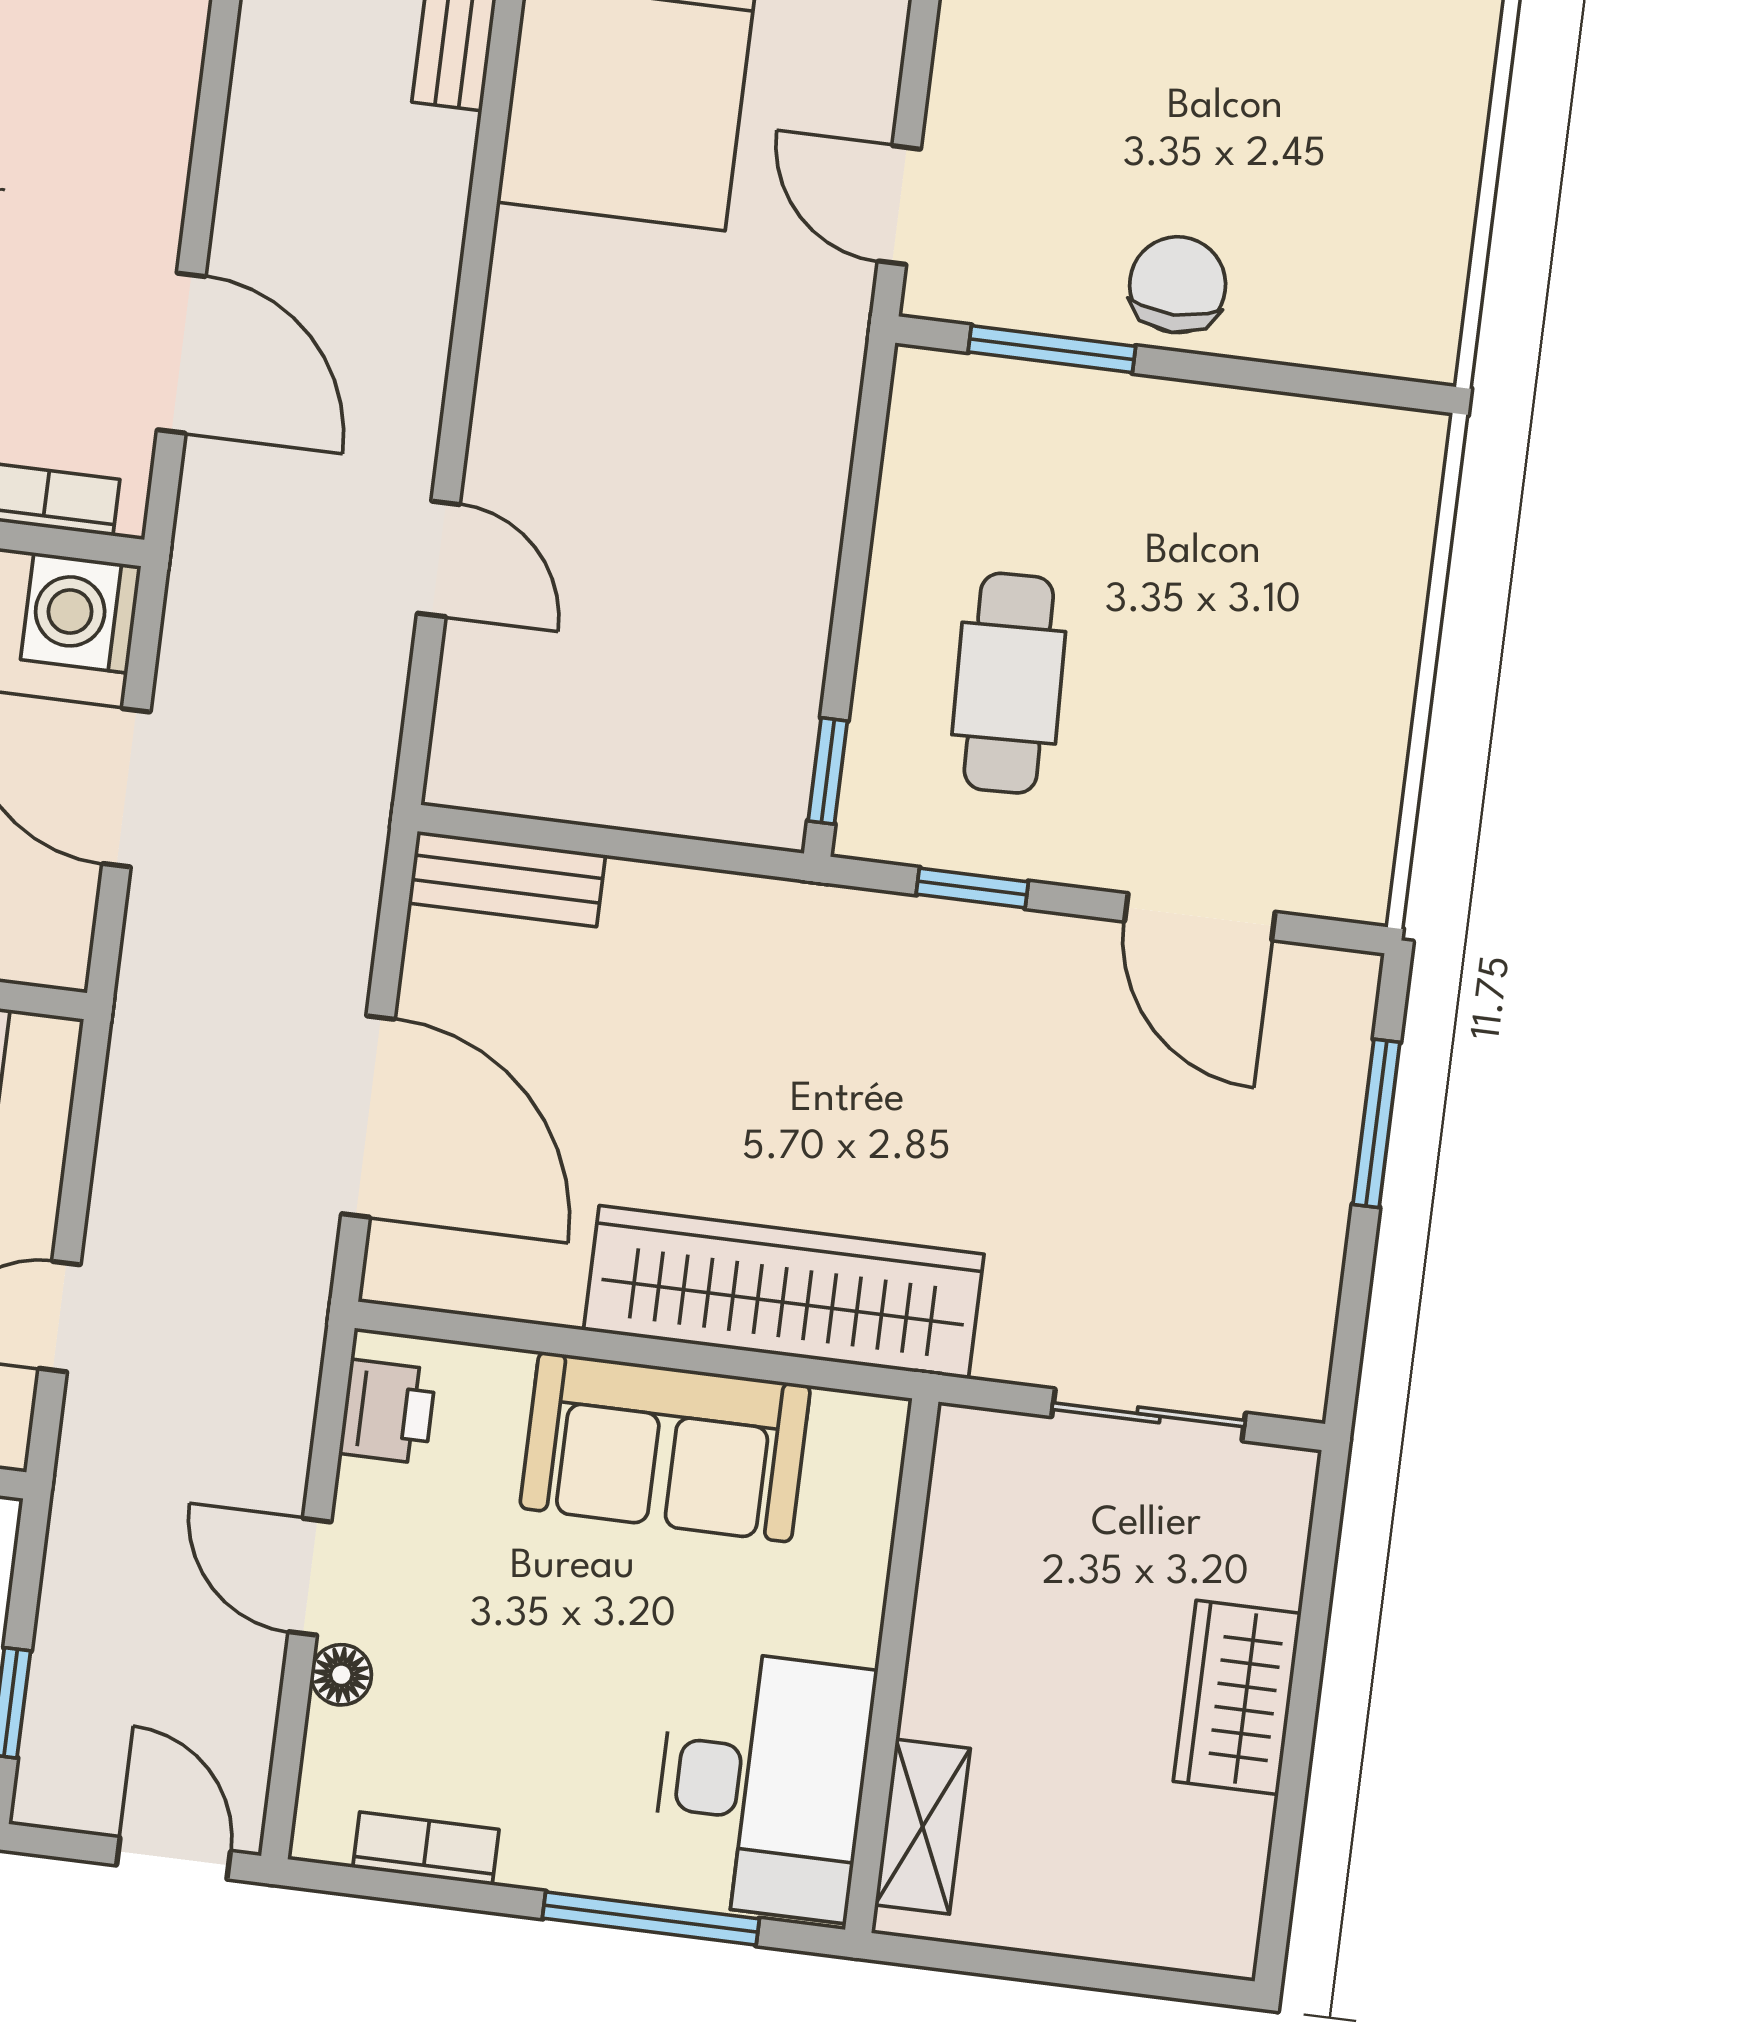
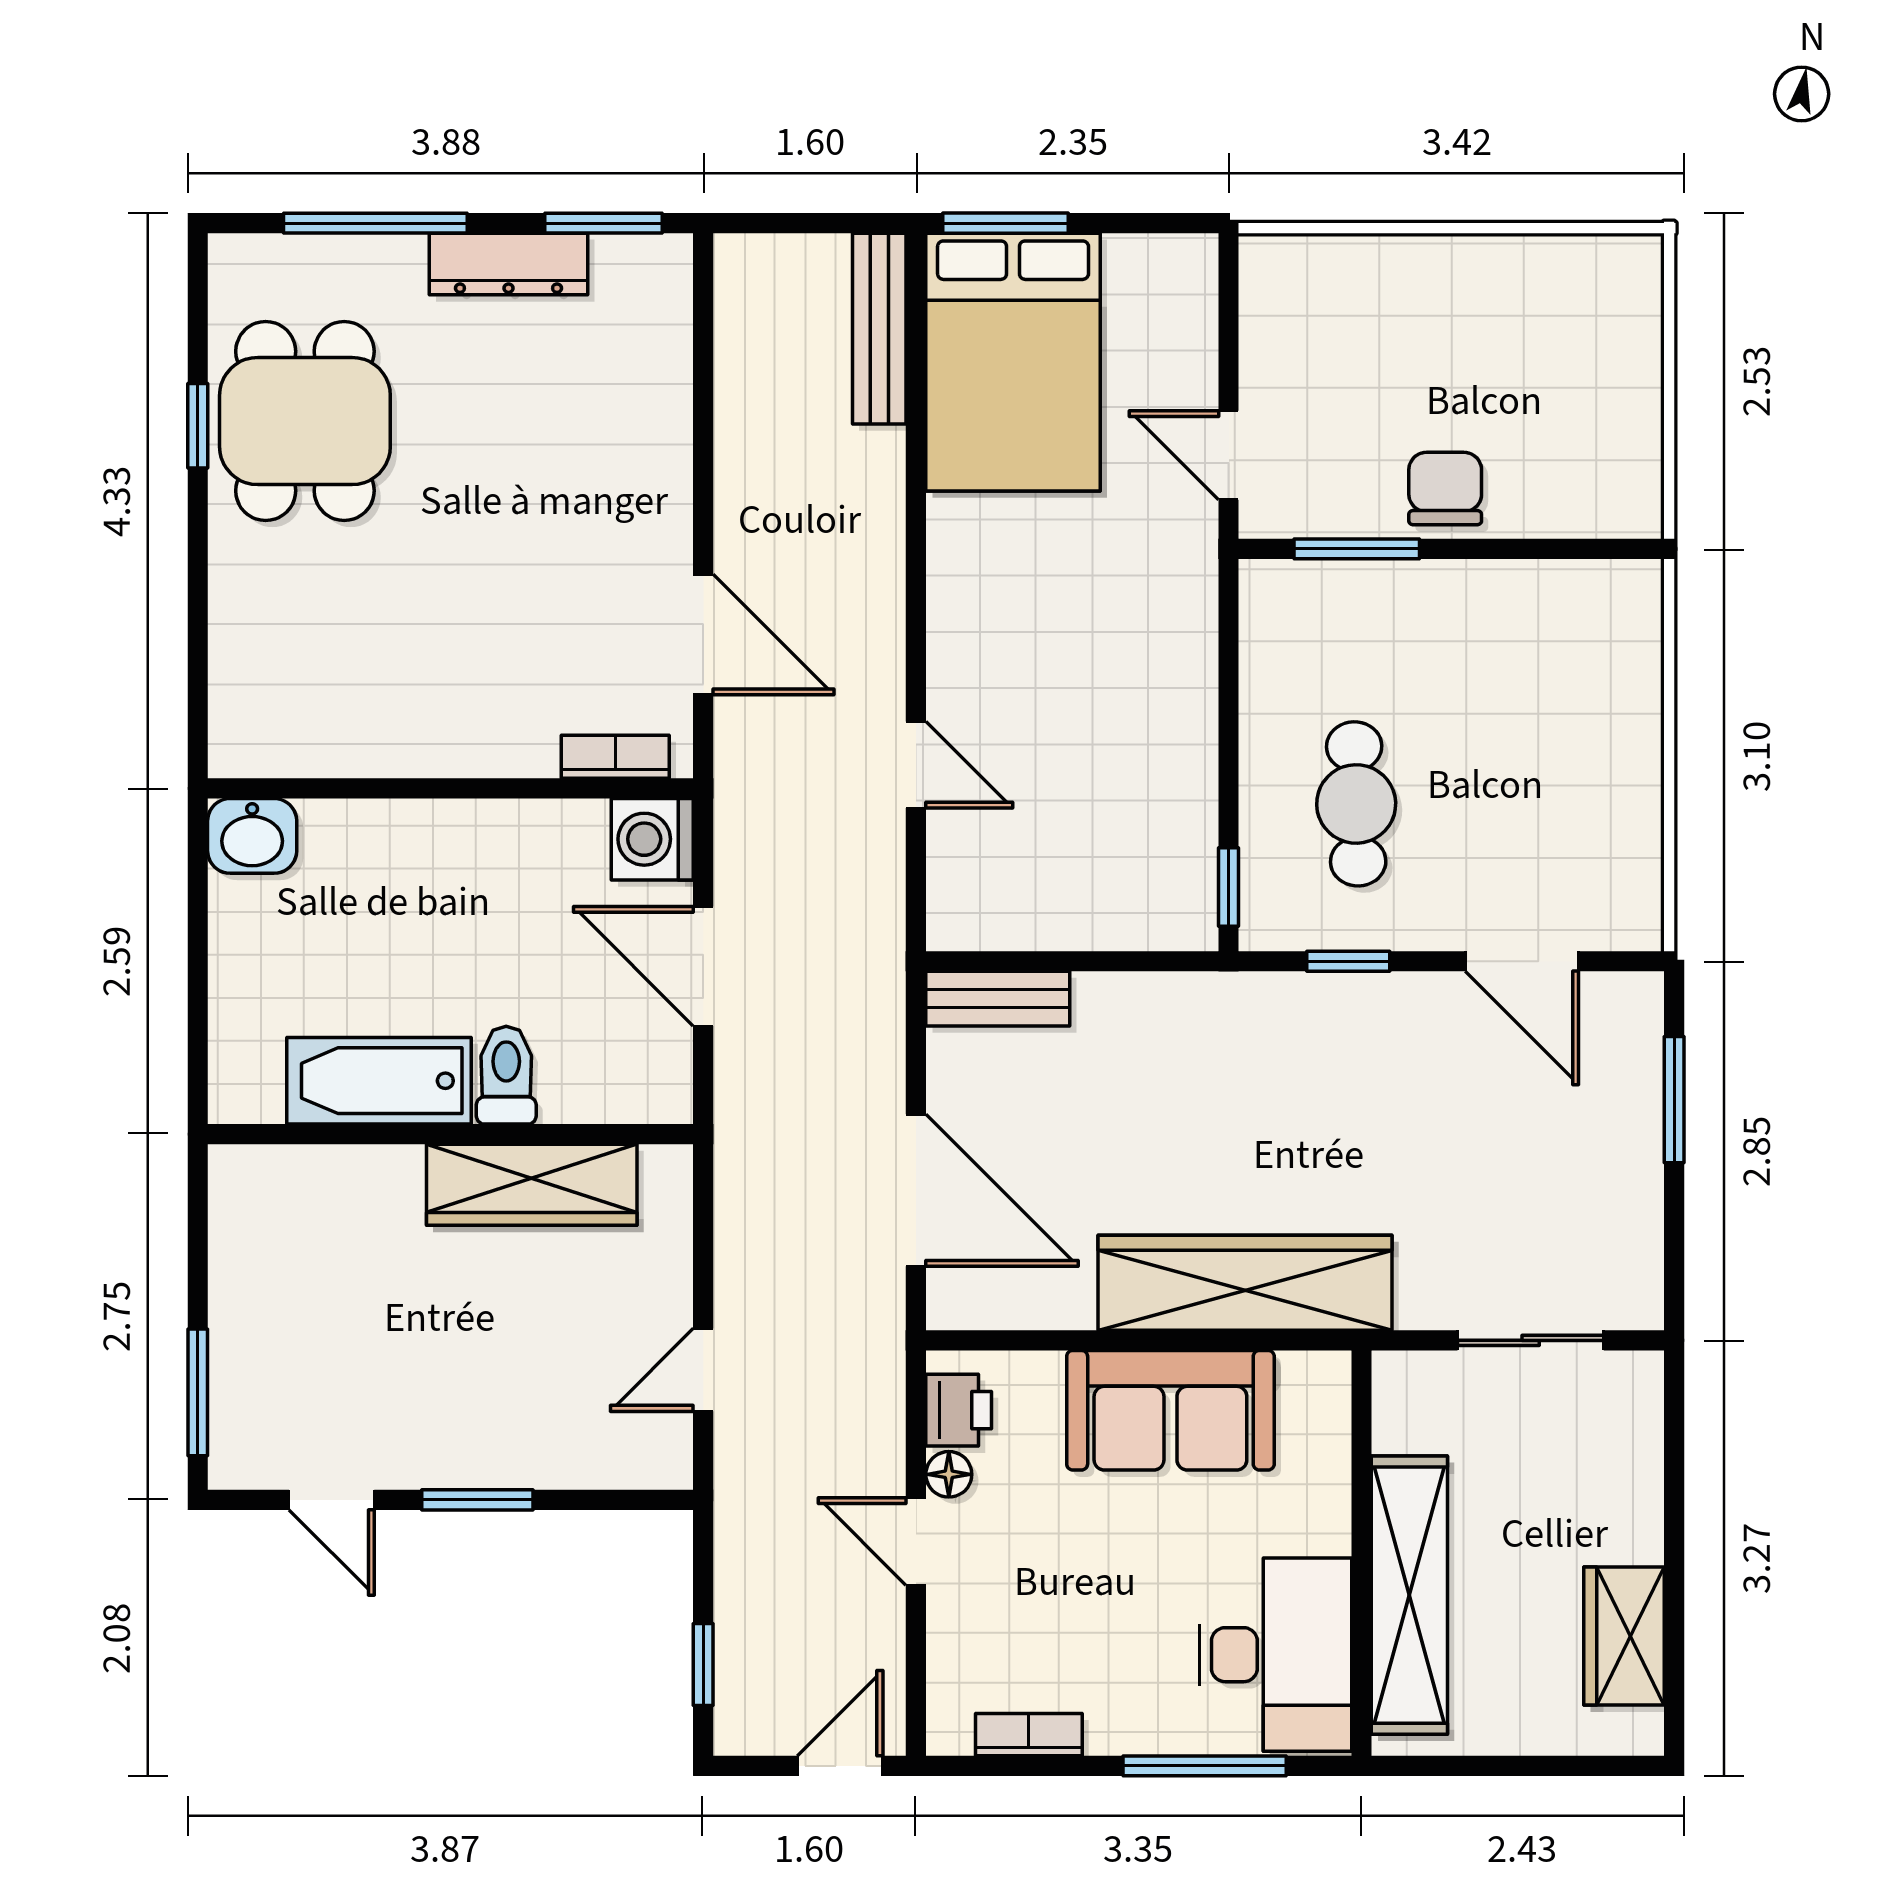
floor lamp: (341, 1675) -> (949, 1474), moved
wardrobe: (1237, 1697) -> (1624, 1636), moved
shelving: (923, 1827) -> (1409, 1595), width x2.20, depth x1.33
door: (173, 1858) -> (840, 1766), hinge flipped

